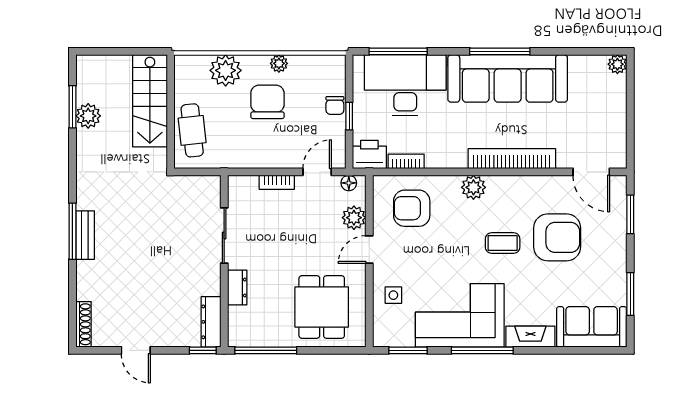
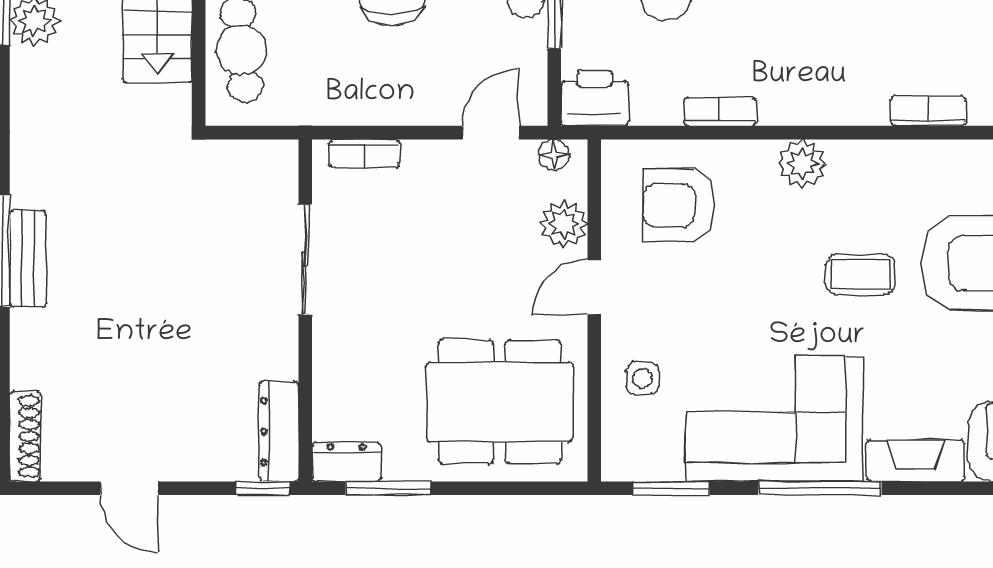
bookcase: (512, 159) -> (928, 111), width x0.43, depth x0.76
bookcase: (406, 161) -> (720, 112), moved
bookcase: (277, 182) -> (364, 153), moved
dresser: (237, 288) -> (347, 462), moved, turned -90
dining table: (322, 307) -> (500, 402), width x1.38
window: (266, 350) -> (388, 488), width x0.69

